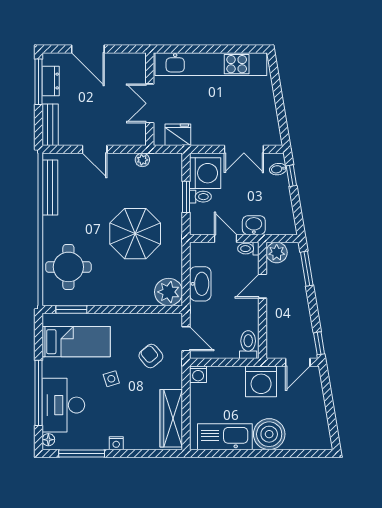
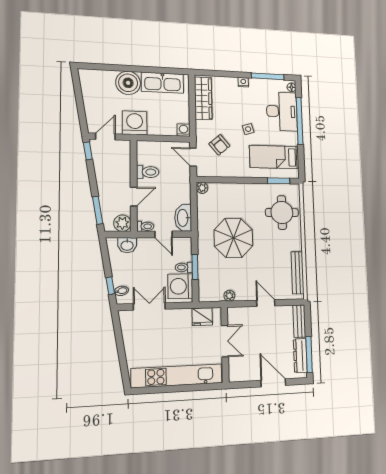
dresser: (51, 81) -> (300, 356), width x1.44
washbasin: (254, 225) -> (127, 245), moved
washbasin: (200, 284) -> (183, 218), moved
plant: (169, 292) -> (202, 188), width x0.53, depth x0.53
toilet: (248, 345) -> (148, 172), moved, turned -90

